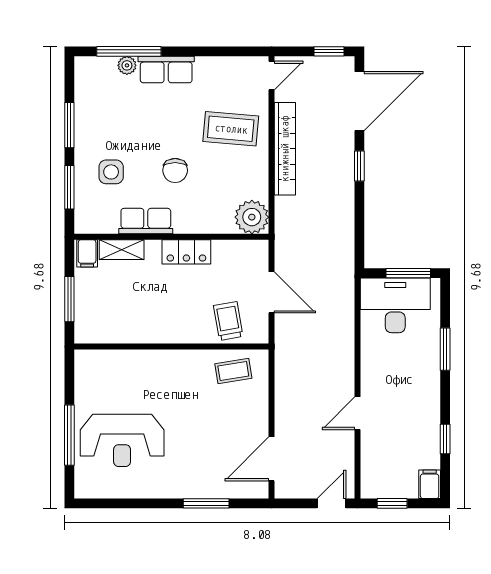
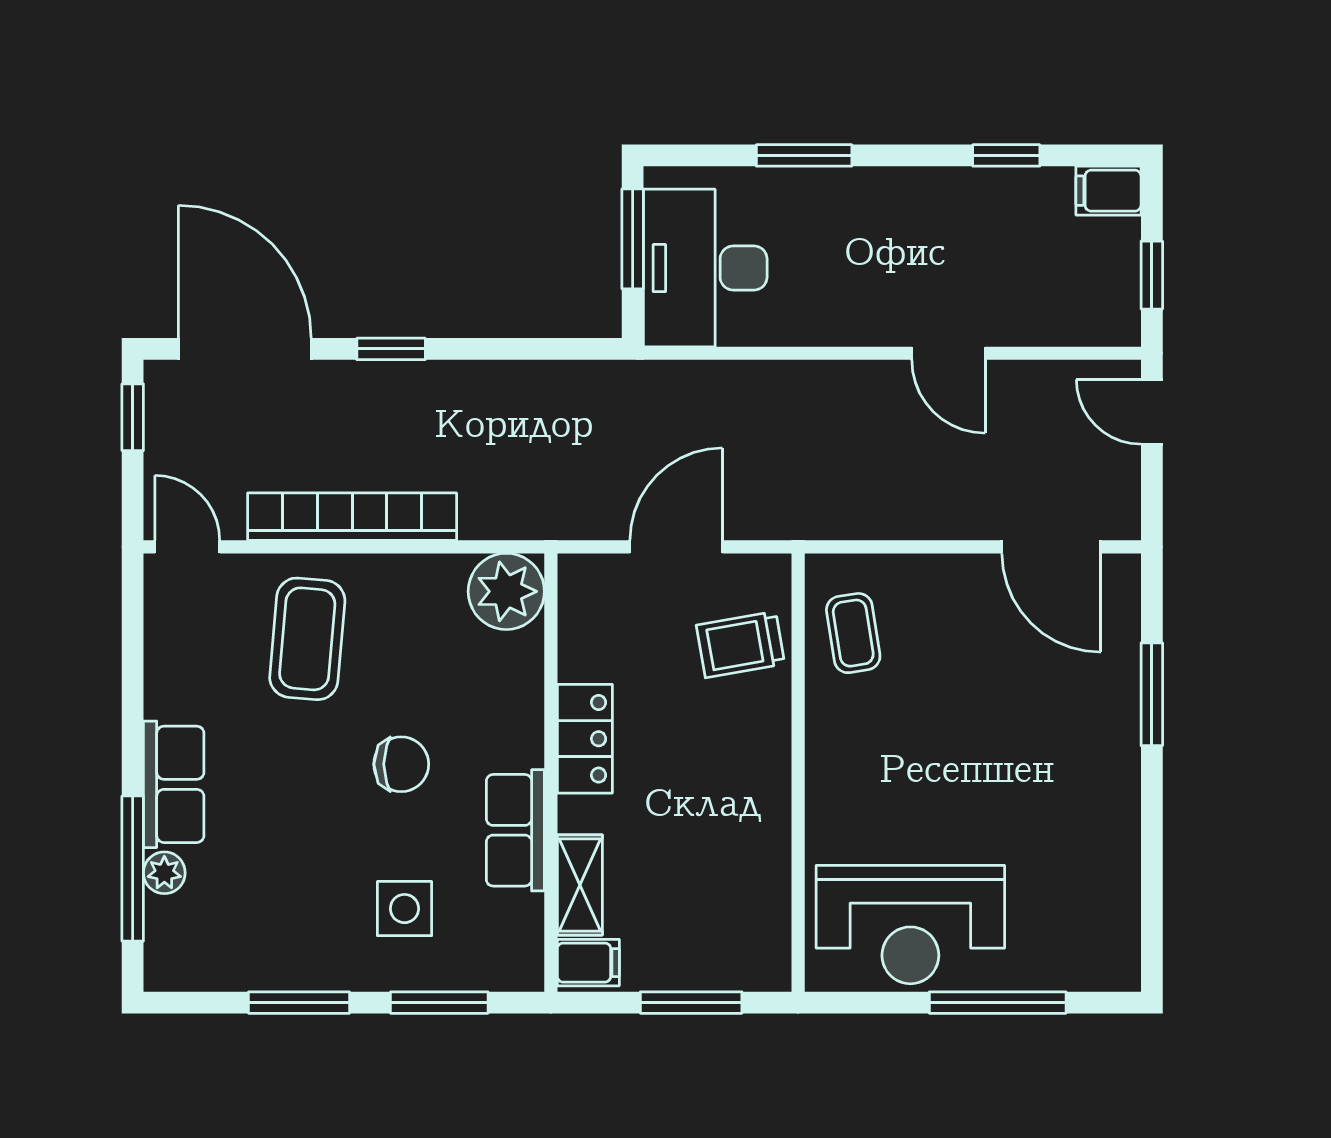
reception desk: (122, 440) -> (910, 925), moved, turned 90

